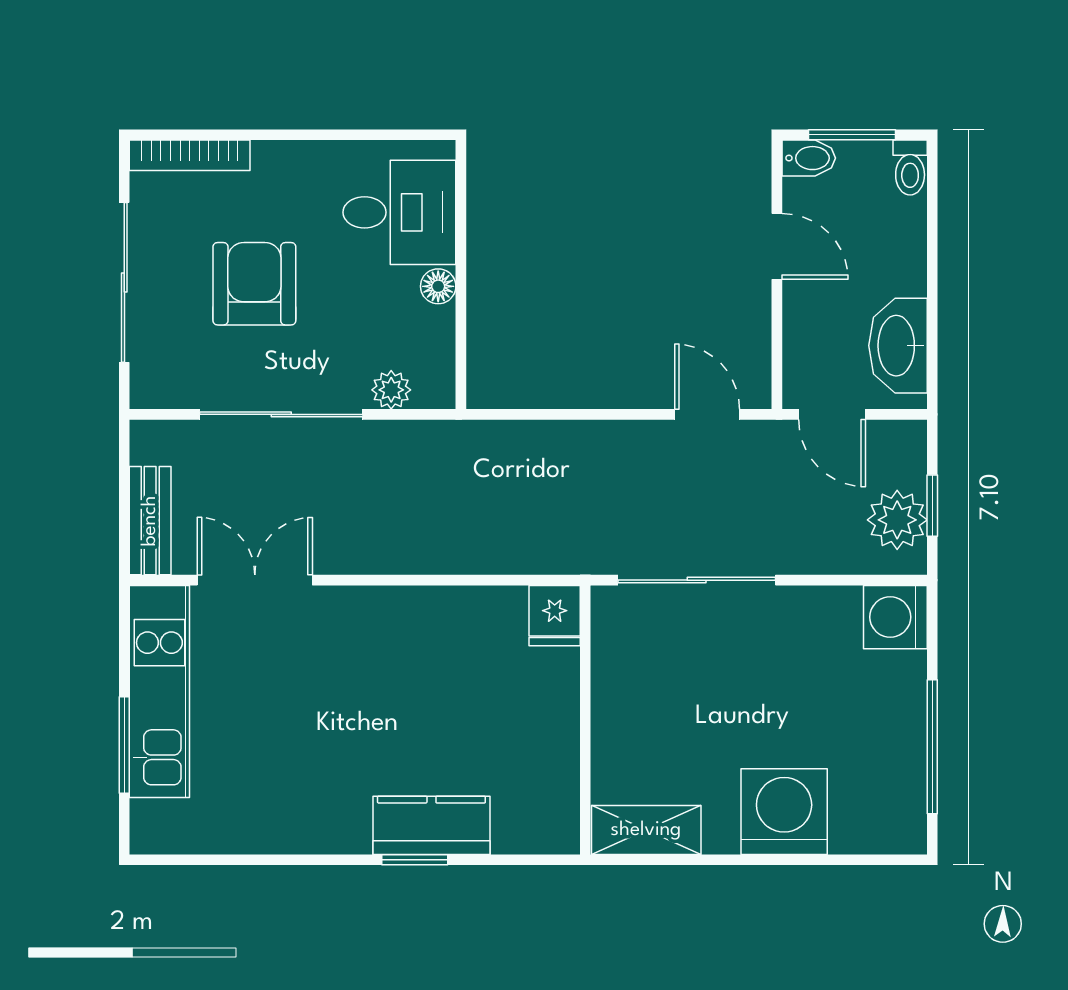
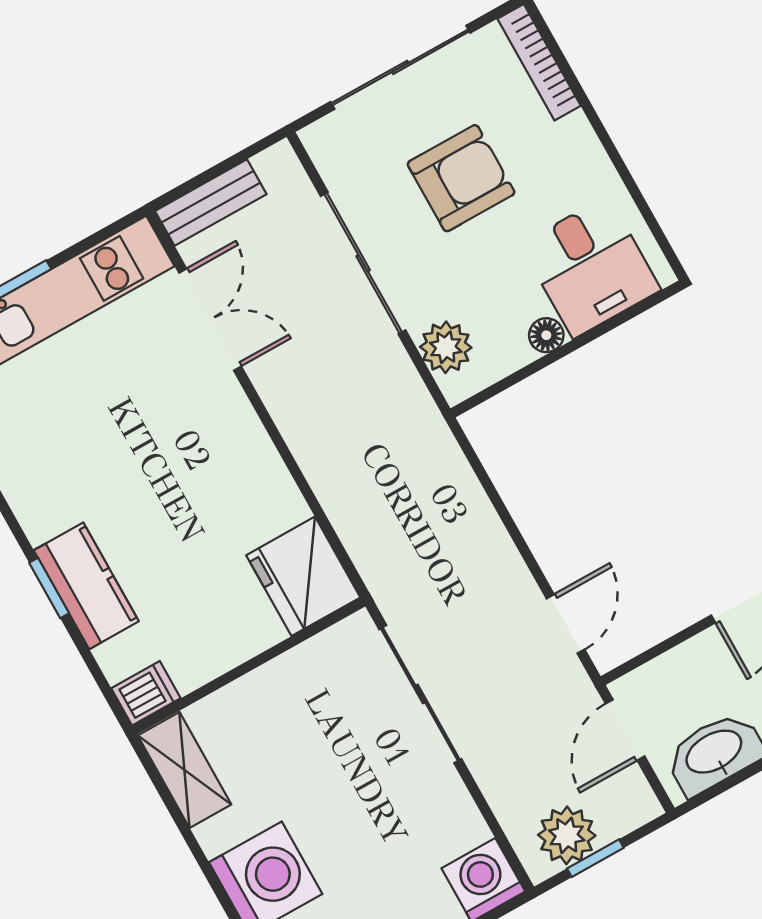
plant: (391, 390) -> (446, 347), width x1.38, depth x1.38
fridge: (555, 616) -> (303, 576), width x1.88, depth x1.34
dishwasher: (558, 826) -> (146, 693), added

